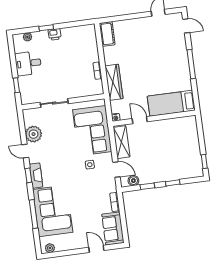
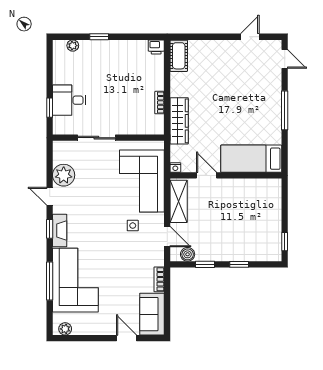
printer: (55, 34) -> (156, 47), moved
desk: (28, 63) -> (69, 100), moved

